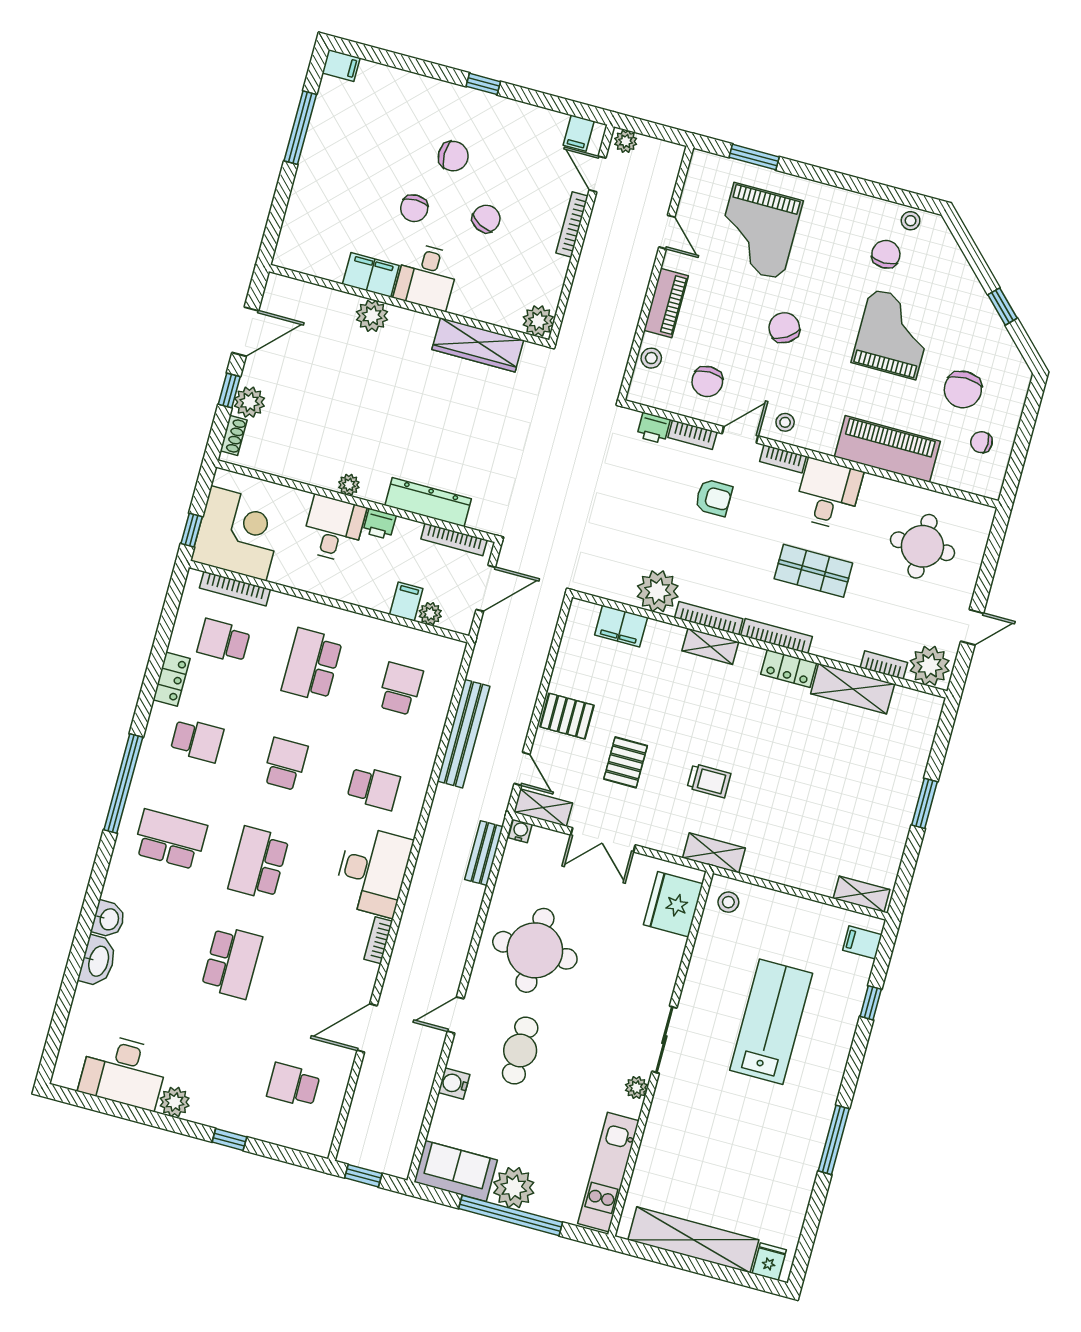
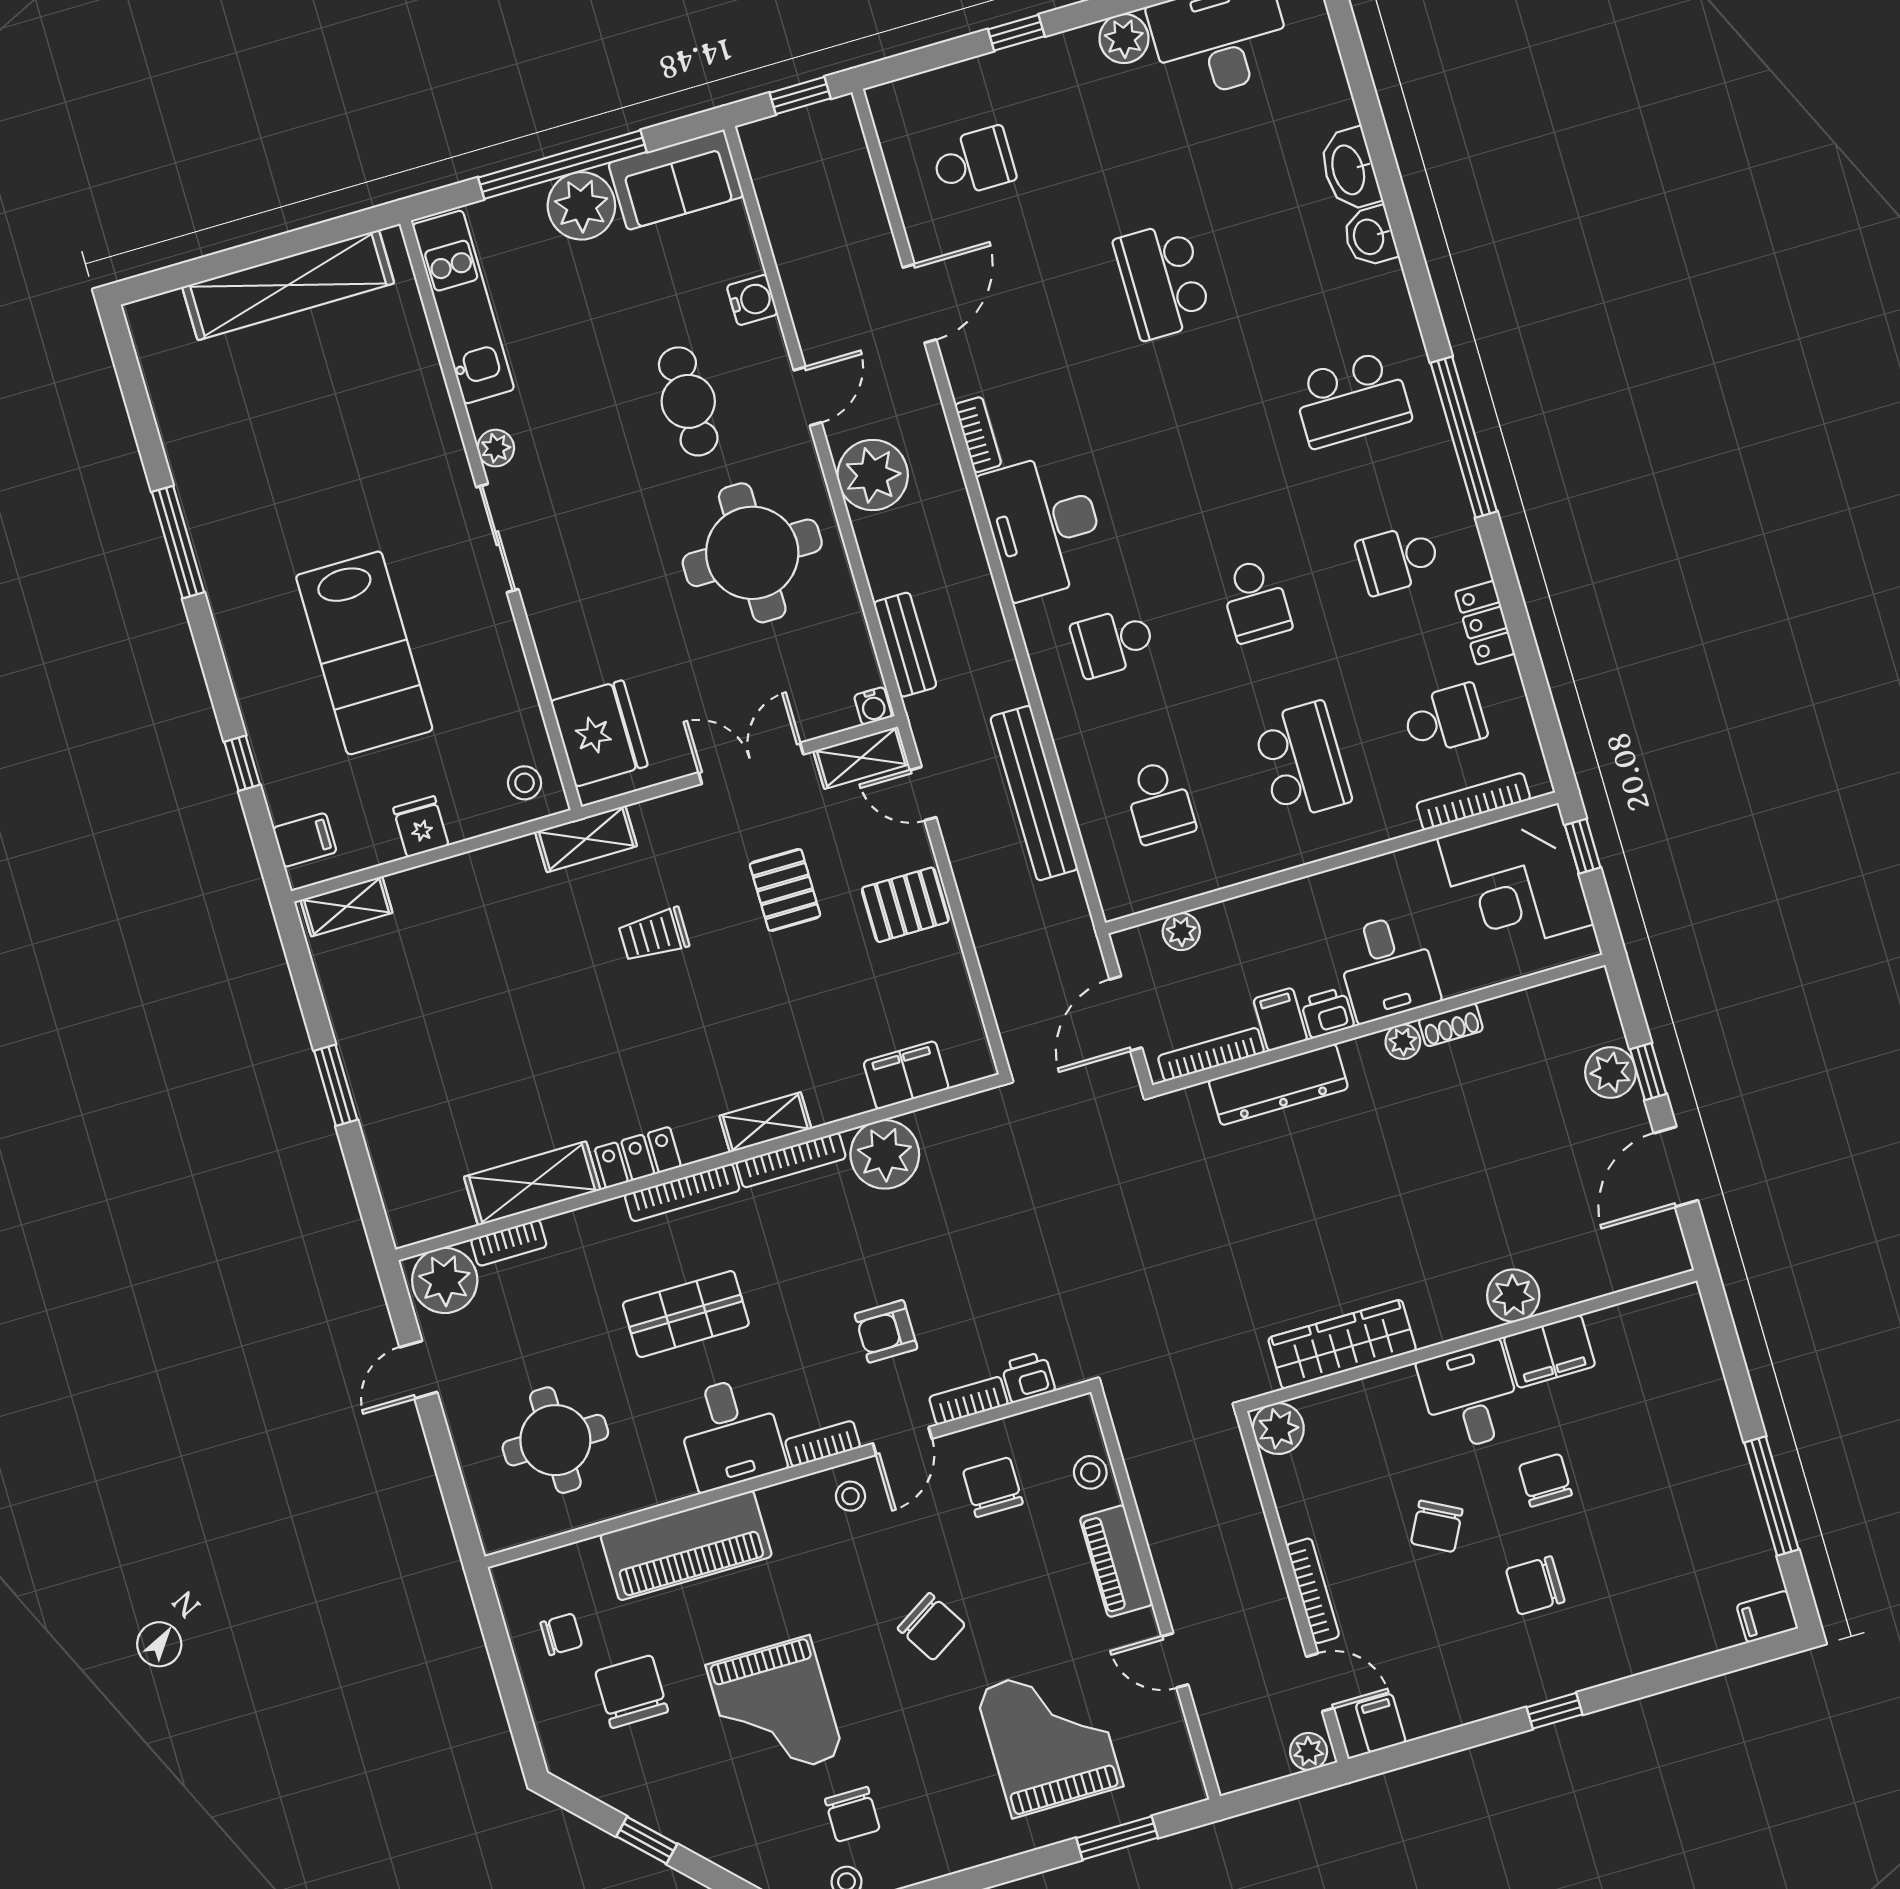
shoe rack: (234, 435) -> (1451, 1025), moved, turned -90
filing cabinet: (406, 601) -> (1280, 1019), moved, turned 180
school desk: (259, 863) -> (1209, 441), removed
plant: (447, 953) -> (873, 475), added
fridge: (769, 1262) -> (421, 827), moved, turned 180

